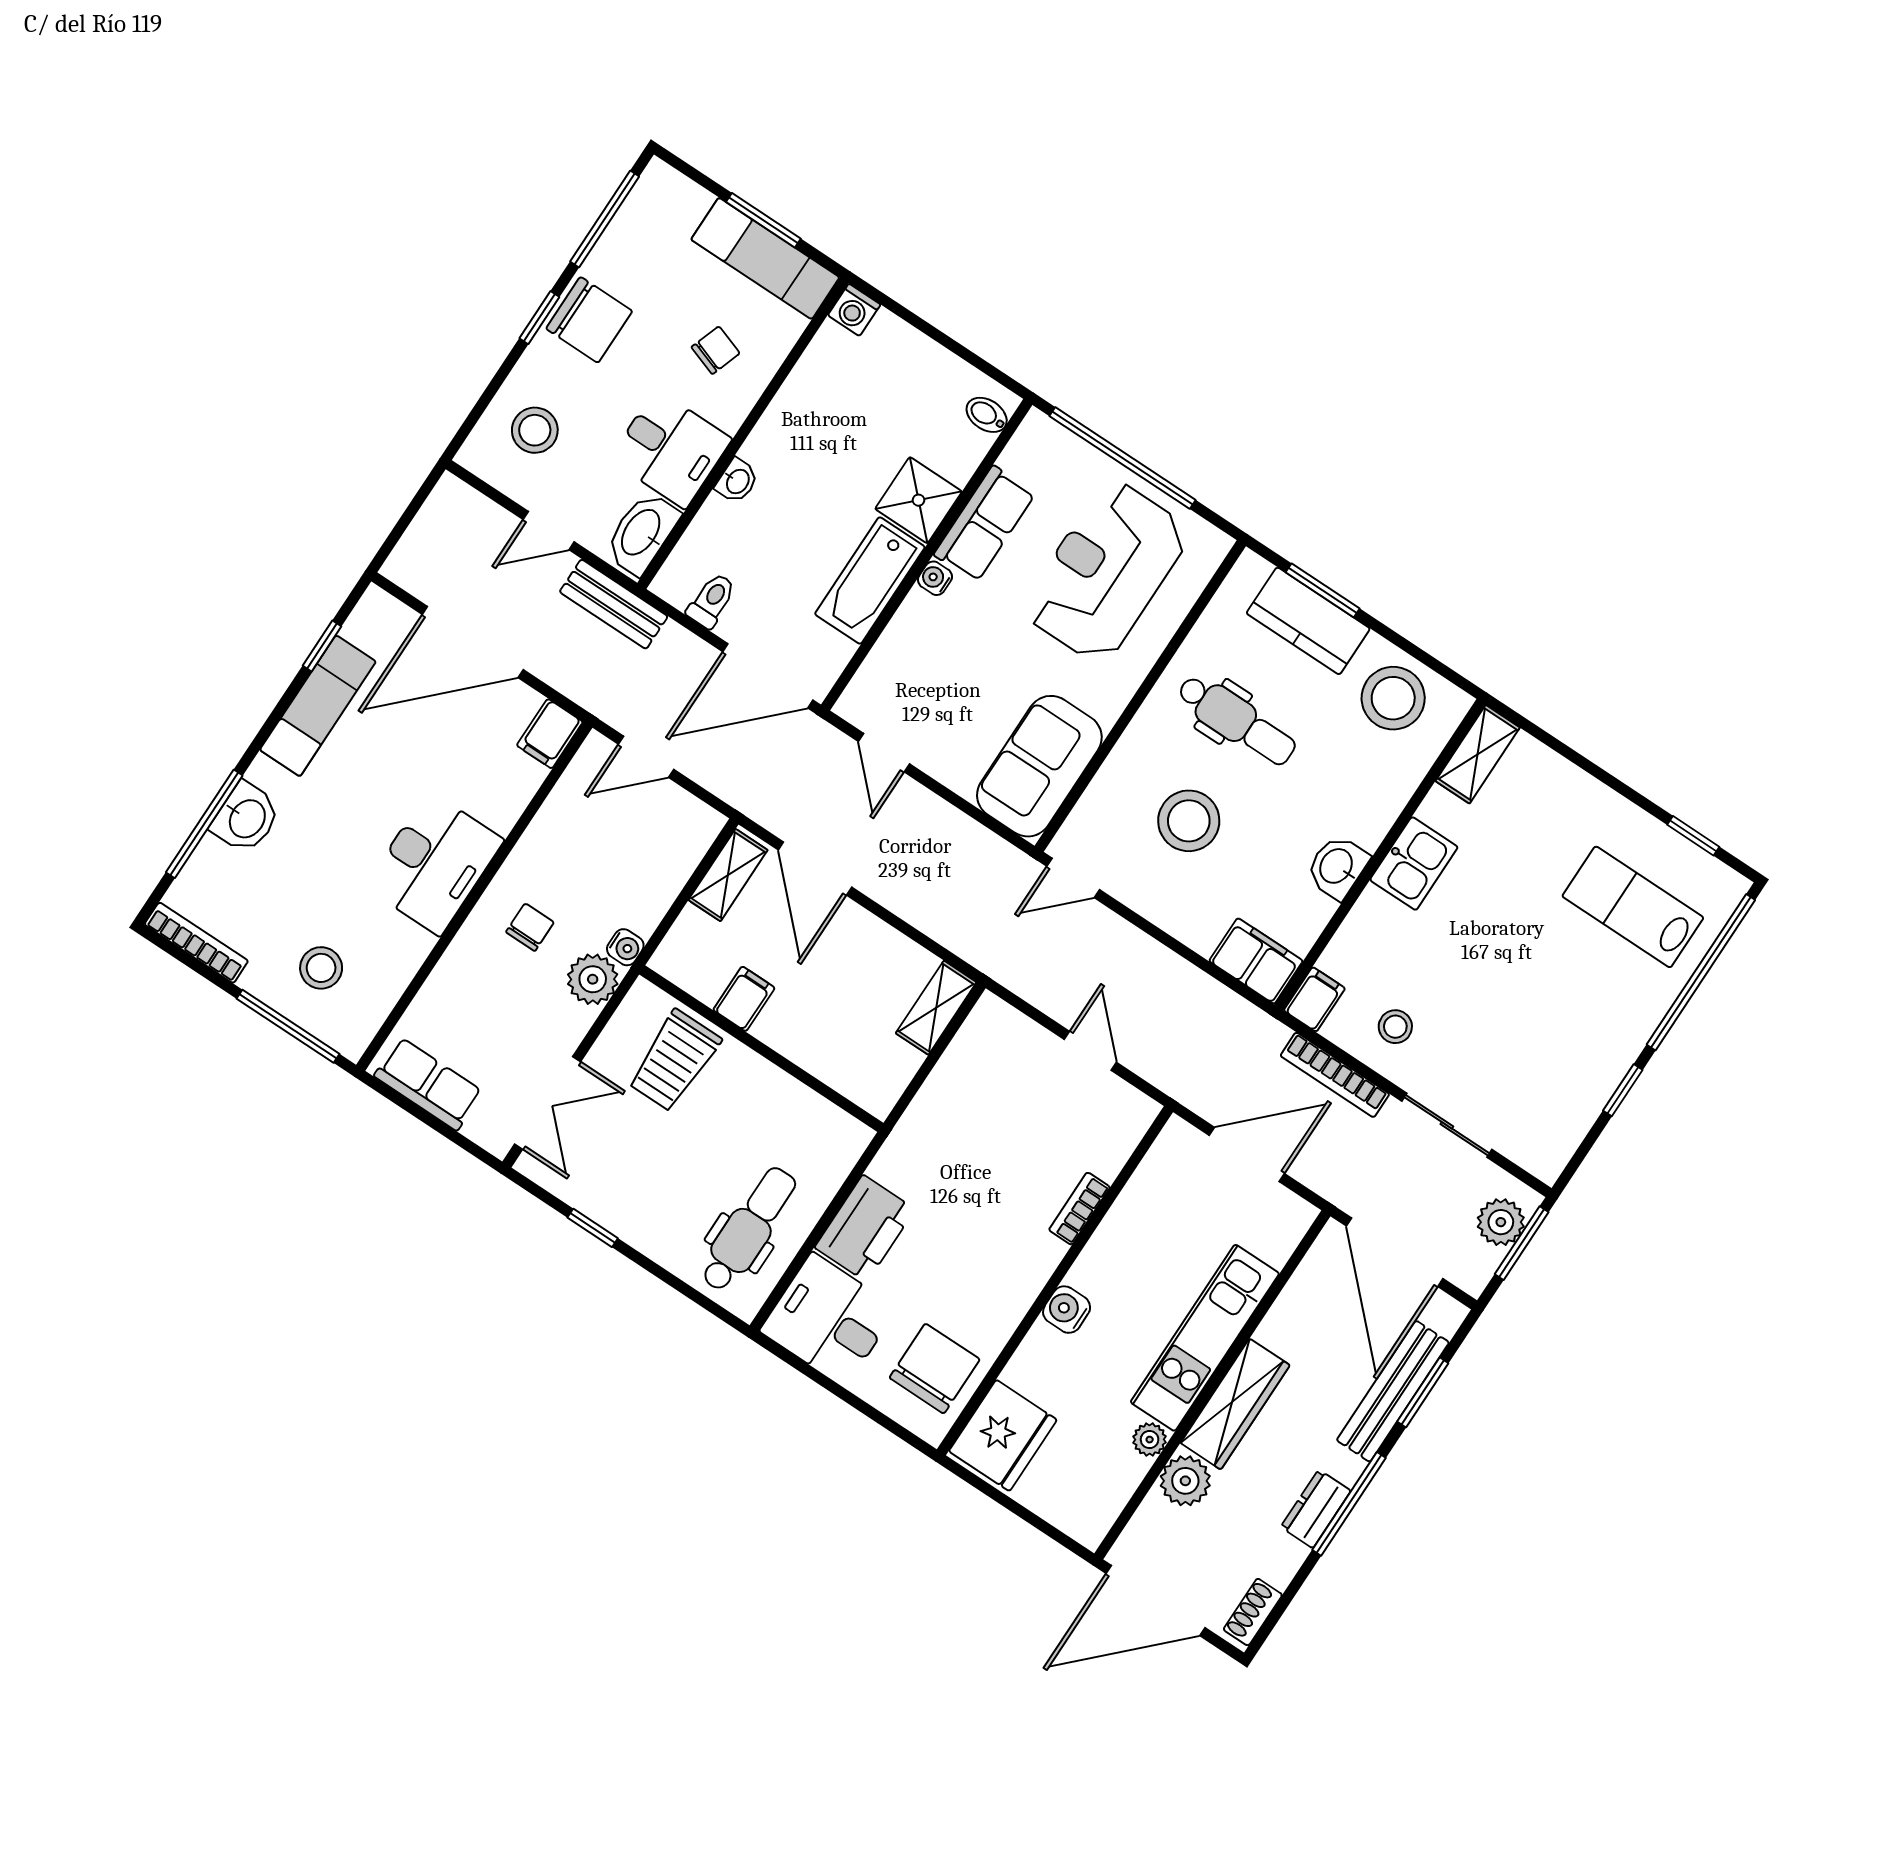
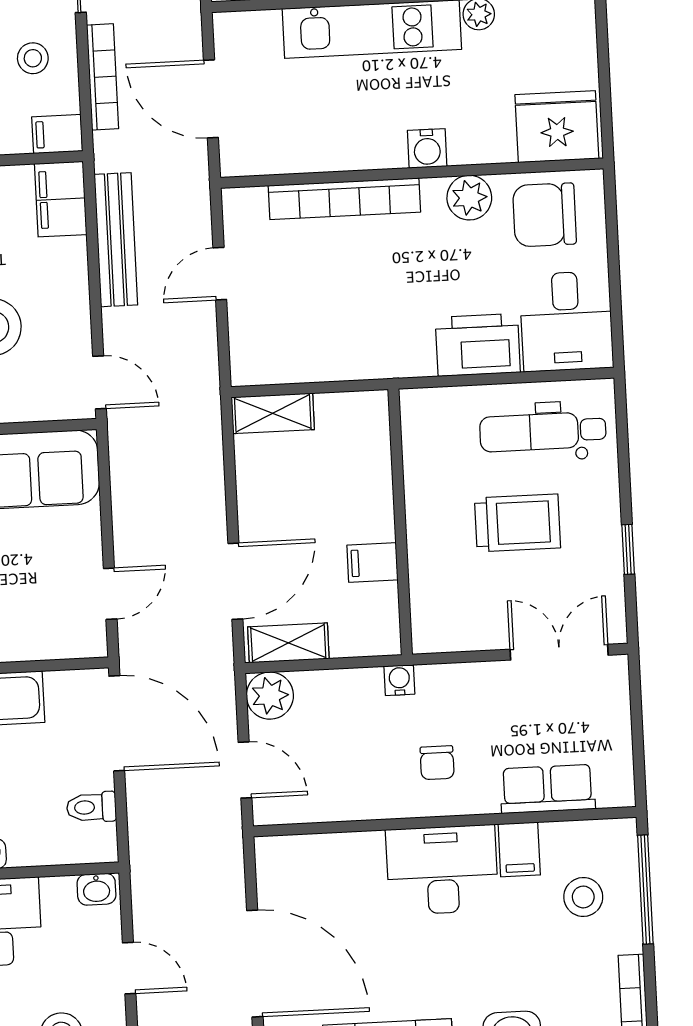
washbasin: (642, 533) -> (96, 889), width x0.52, depth x0.69
bench: (614, 604) -> (116, 240), moved, width x1.36
filing cabinet: (550, 734) -> (519, 849), moved, turned 90
chair: (530, 927) -> (437, 763), turned -90
plant: (593, 979) -> (270, 696), moved
trolley: (674, 1061) -> (517, 523), moved
row of seats: (428, 1084) -> (547, 789), moved, turned 90
bookcase: (1079, 1209) -> (344, 199), width x2.31, depth x1.31
plant: (997, 1315) -> (469, 198), added

